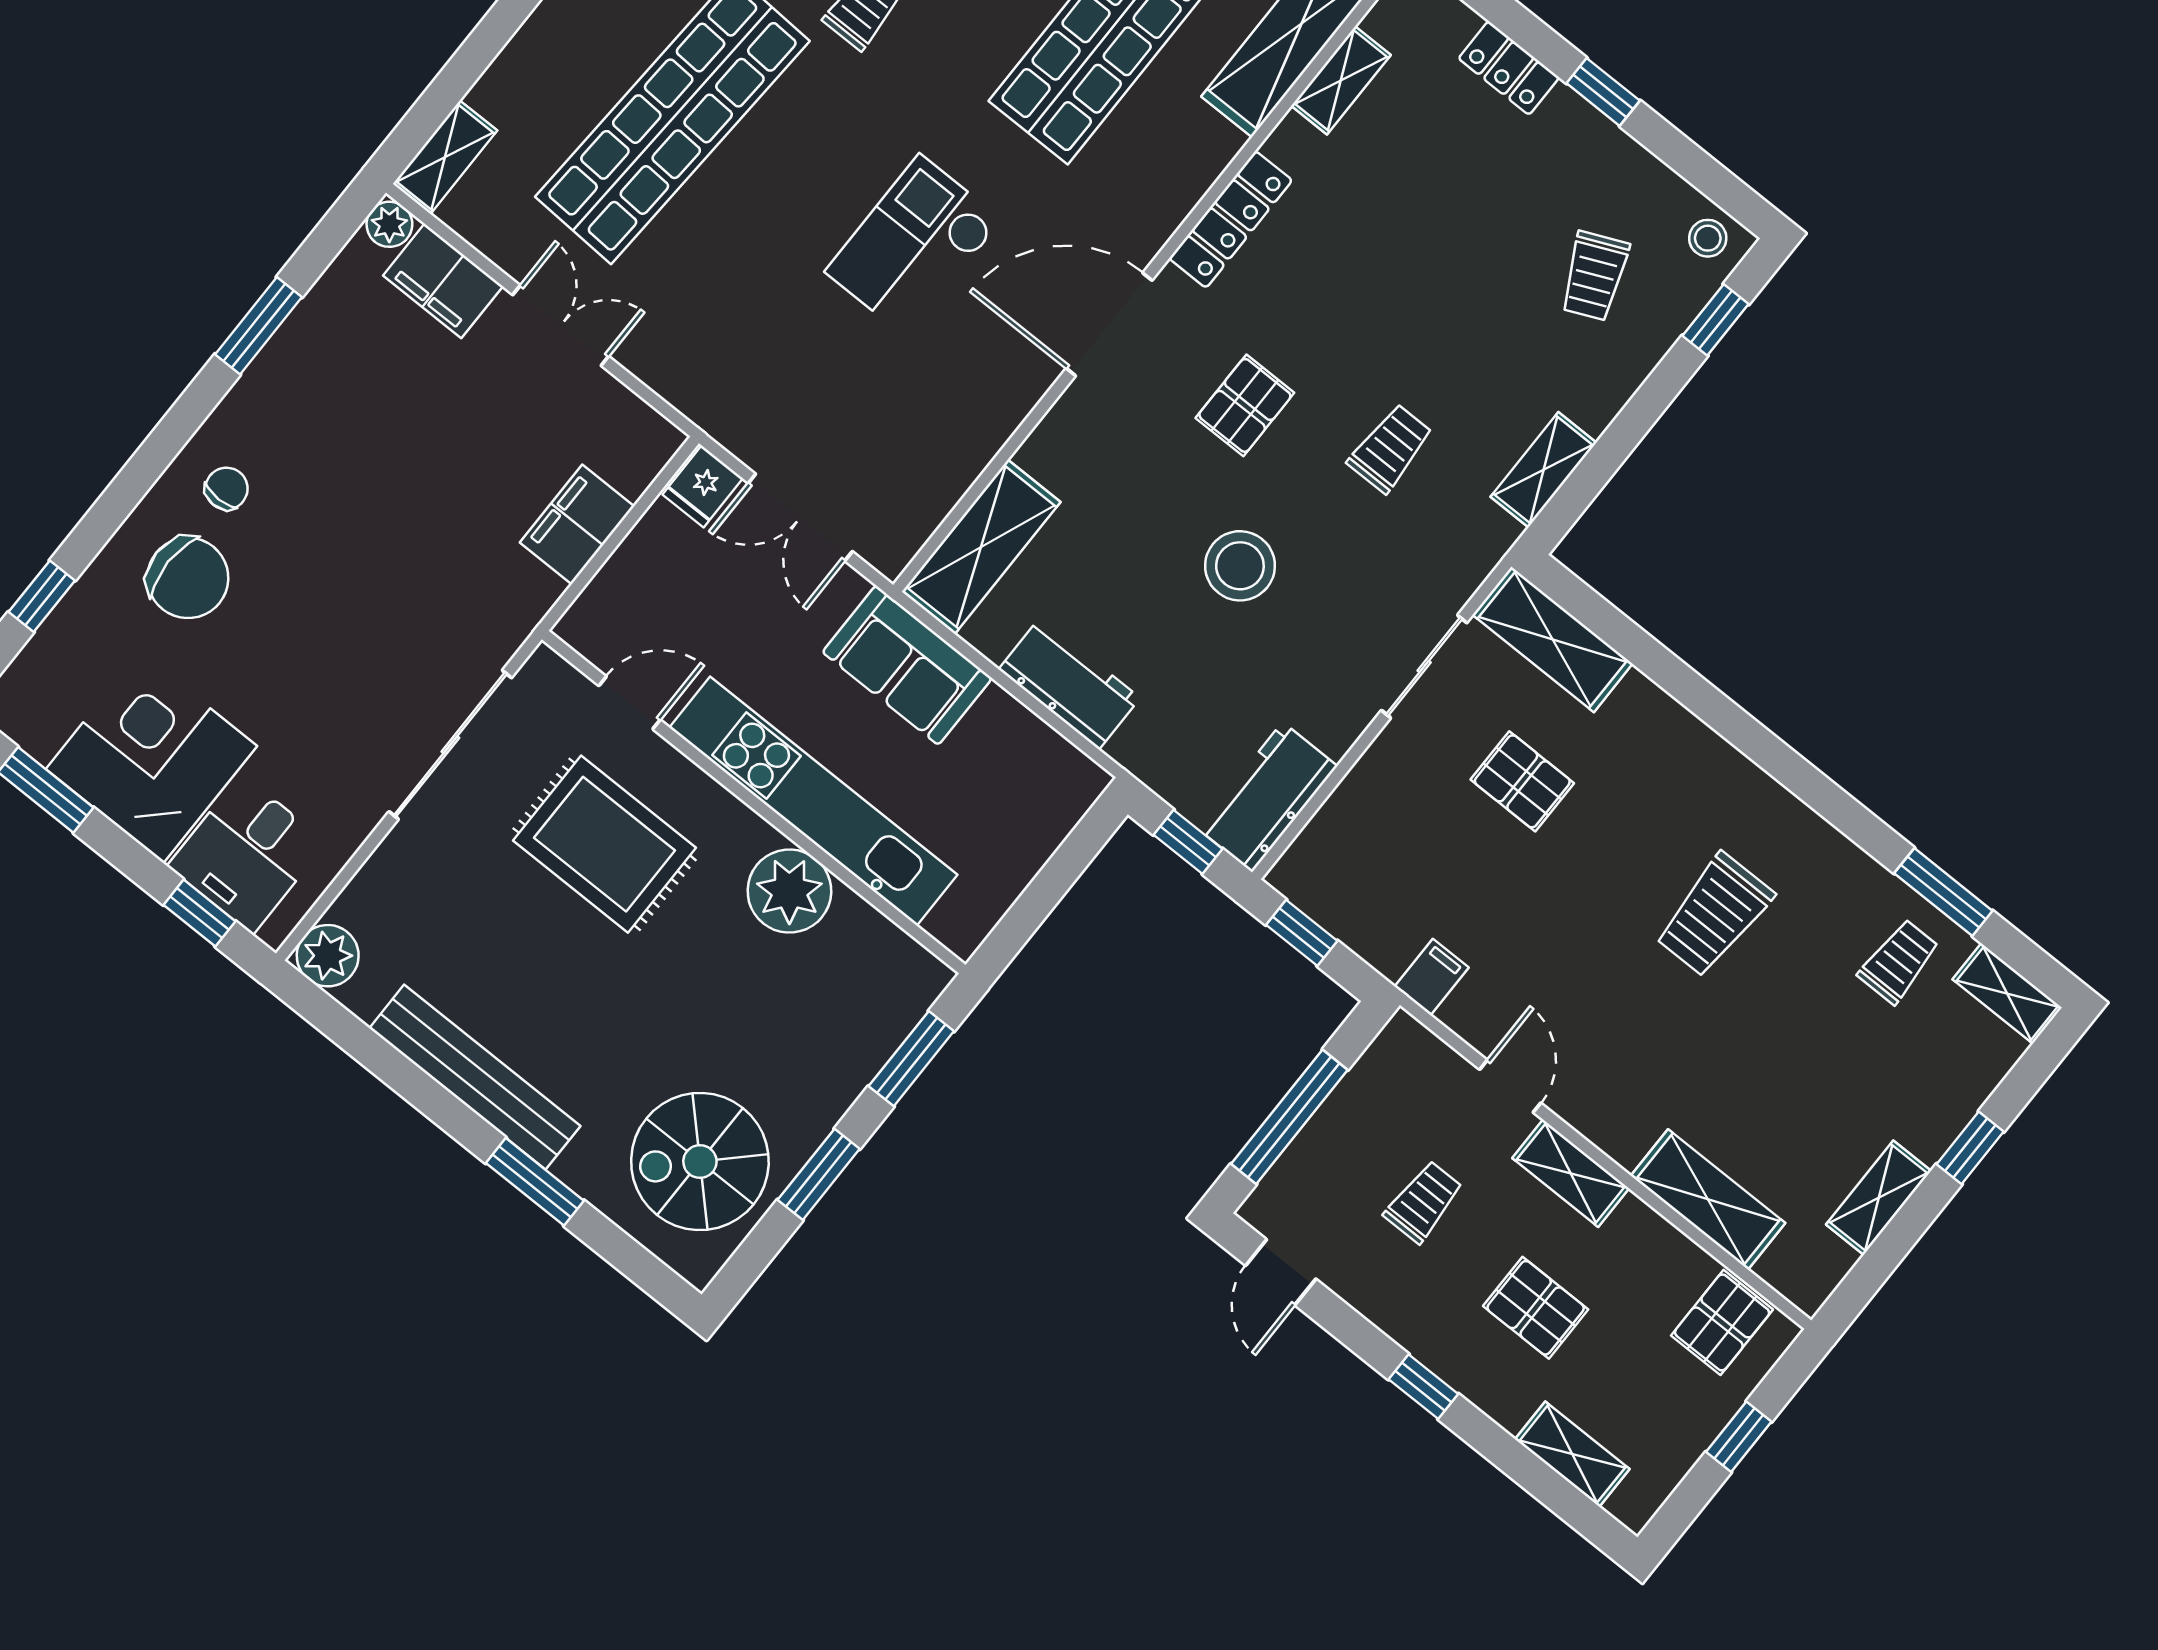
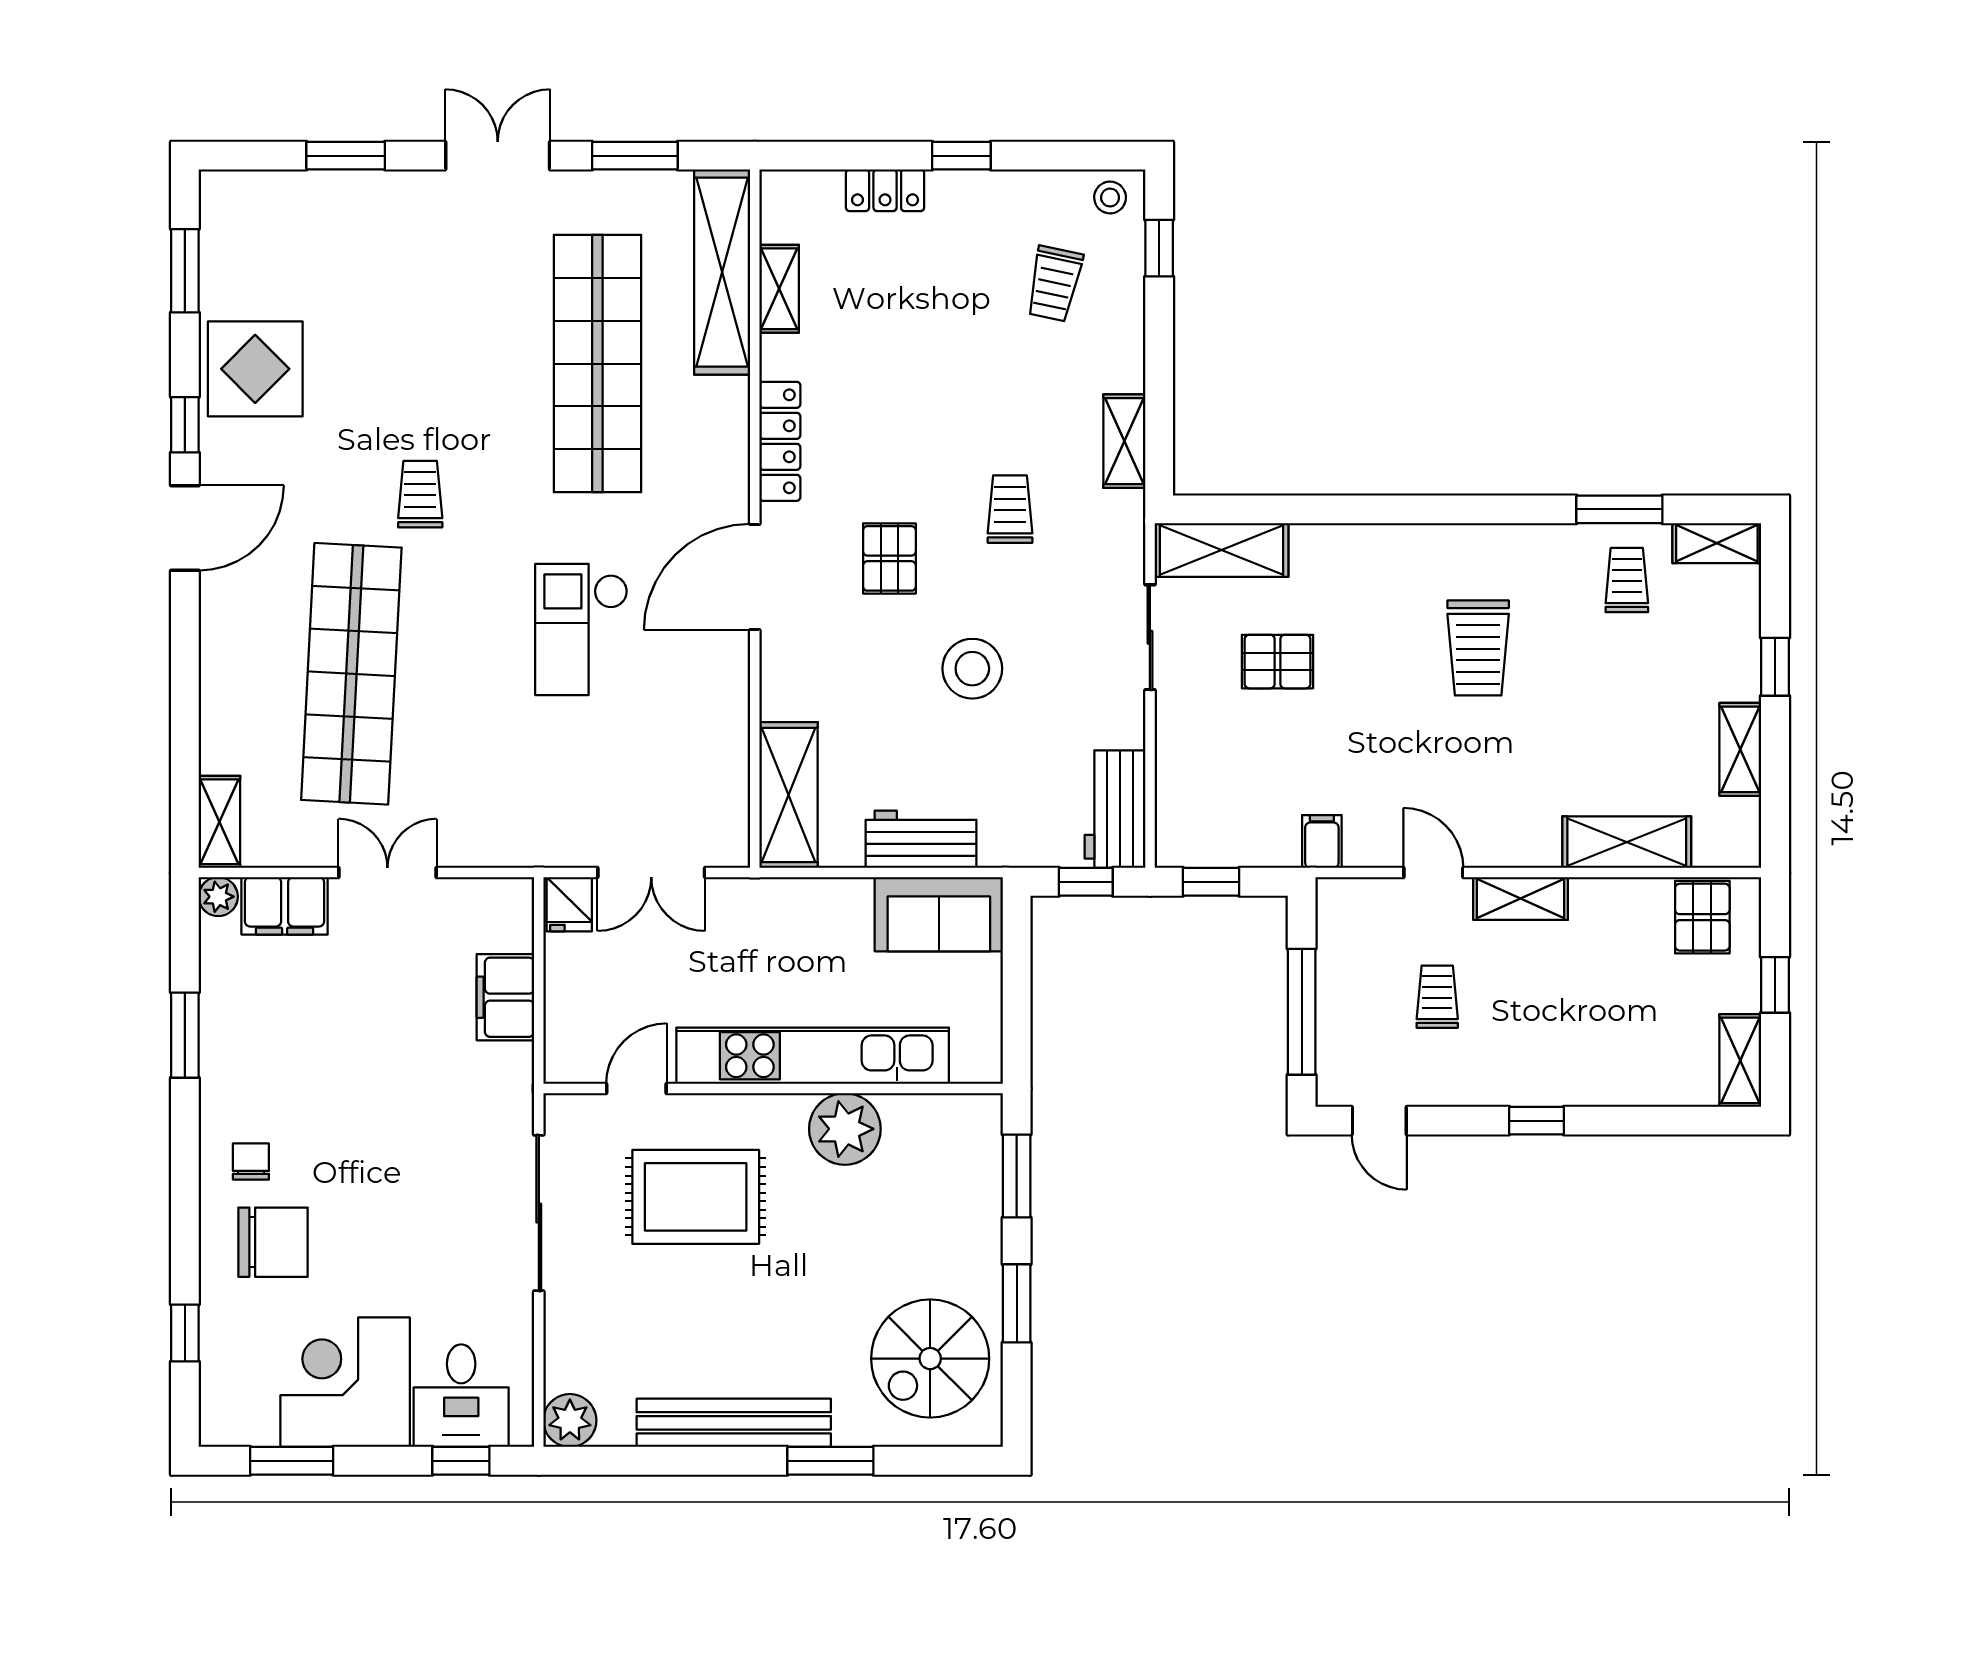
trolley: (1594, 276) -> (1054, 284), turned 36
sofa: (907, 665) -> (939, 914), moved
pallet: (1536, 1308) -> (1569, 1007), removed
shelving: (1572, 1454) -> (1740, 1060), moved, turned 90

